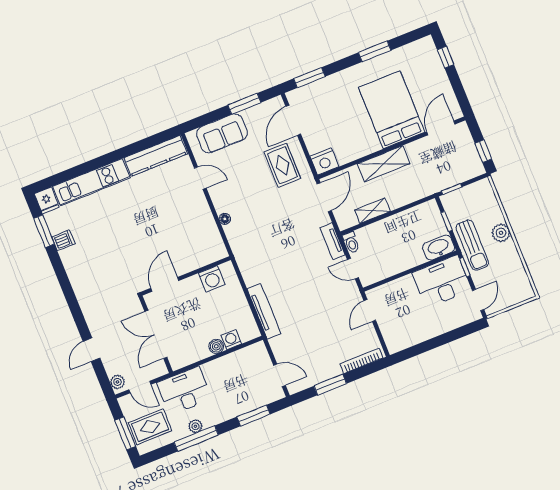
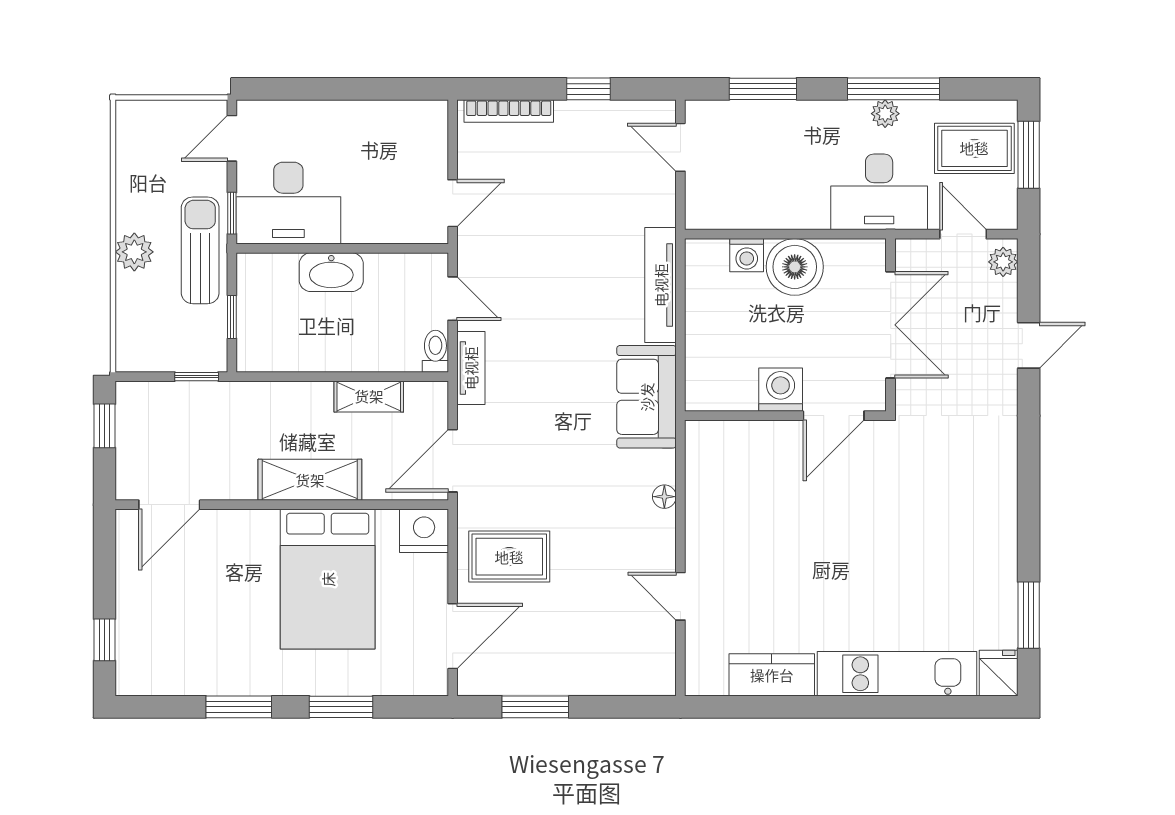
window: (309, 78) -> (341, 707), moved
bed: (392, 110) -> (328, 579), moved
sofa: (222, 133) -> (647, 397), moved, turned -90
kitchen counter: (156, 156) -> (772, 675), width x0.67
rug: (282, 165) -> (509, 557), turned 90
dishwasher: (63, 240) -> (998, 582), removed
washbasin: (439, 248) -> (331, 272), moved
washing machine: (212, 279) -> (781, 390), moved
boiler: (216, 346) -> (795, 267), width x1.86, depth x1.86
window: (330, 385) -> (588, 89), width x0.67

